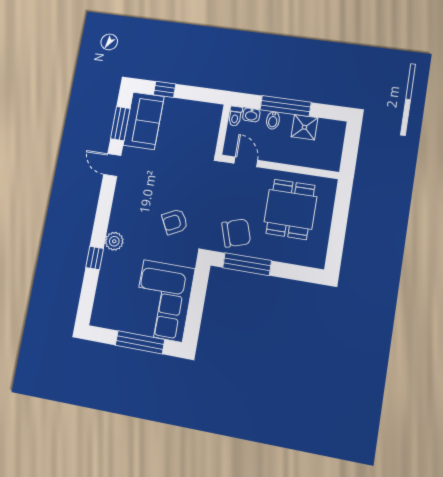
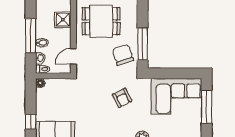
floor lamp: (216, 110) -> (40, 83), added
shower: (304, 127) -> (63, 20), moved

